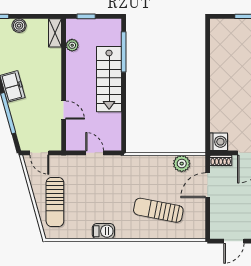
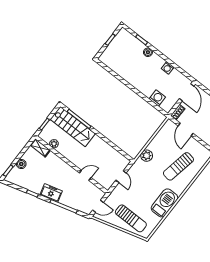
stairs: (109, 79) -> (73, 127), moved
washing machine: (219, 142) -> (157, 98), moved
door: (95, 153) -> (121, 177), swing flipped
plant: (182, 164) -> (147, 156), moved
barbecue: (103, 231) -> (164, 203), width x1.88, depth x1.53

